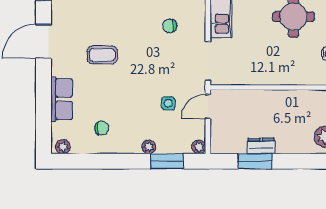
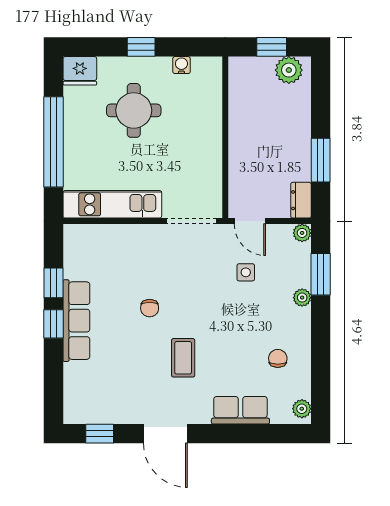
chair: (170, 26) -> (150, 308), moved
dresser: (261, 146) -> (301, 200), moved

